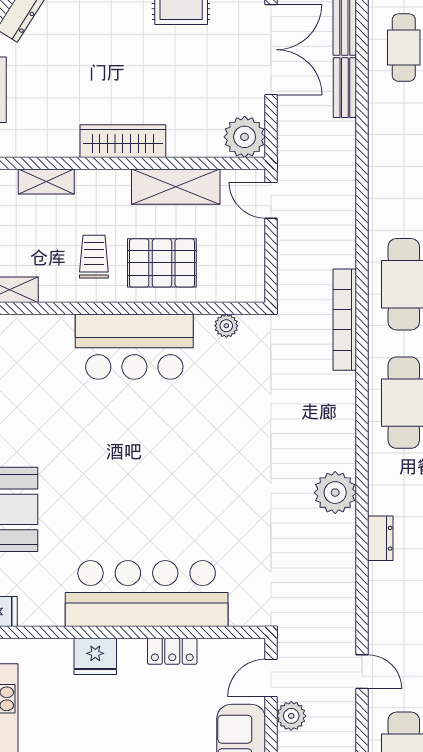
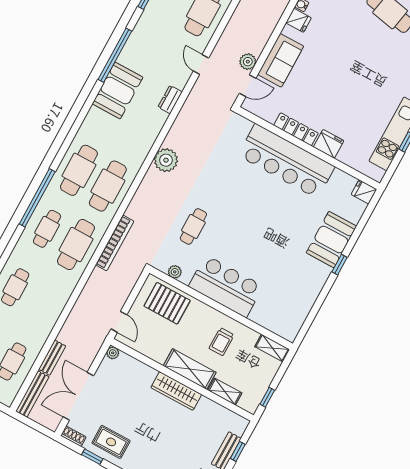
plant: (245, 137) -> (113, 353), width x0.53, depth x0.53
shelving: (176, 187) -> (190, 369), moved
pallet: (162, 263) -> (167, 303), moved
cafe table: (236, 412) -> (193, 226), added
dresser: (380, 538) -> (170, 100), moved
locker: (172, 651) -> (296, 129), width x1.53

